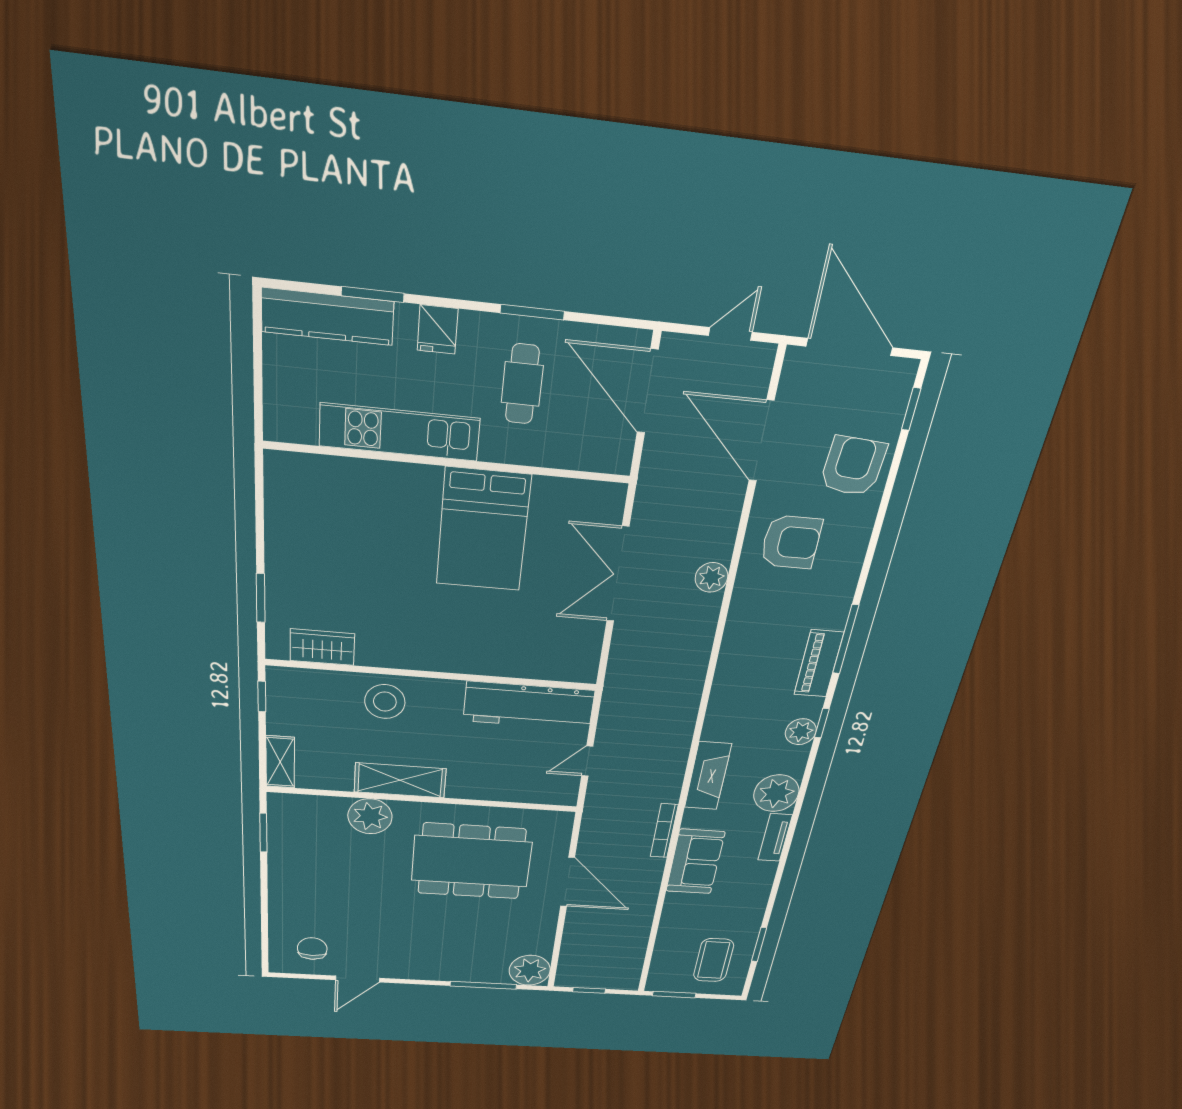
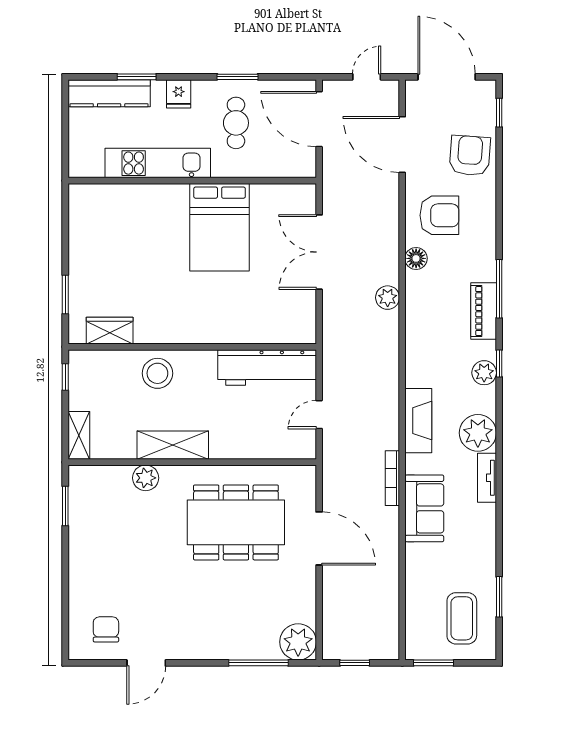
plant: (712, 577) -> (388, 298), moved
floor lamp: (747, 594) -> (416, 258), added
plant: (370, 816) -> (146, 478), width x0.73, depth x0.73

